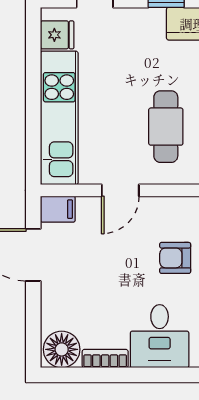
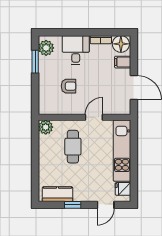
filing cabinet: (58, 209) -> (123, 62), moved

